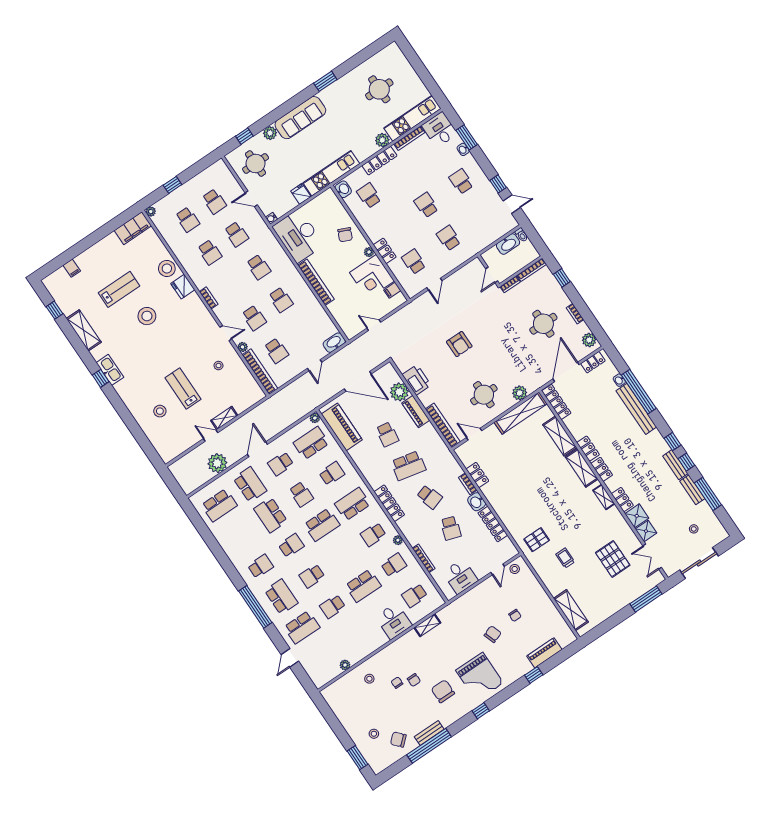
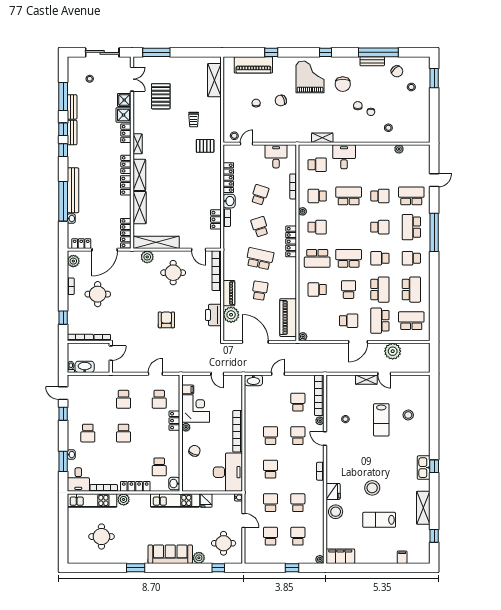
school desk: (311, 443) -> (411, 290), moved, turned -90
piano: (544, 653) -> (253, 65), width x1.37, depth x1.33

